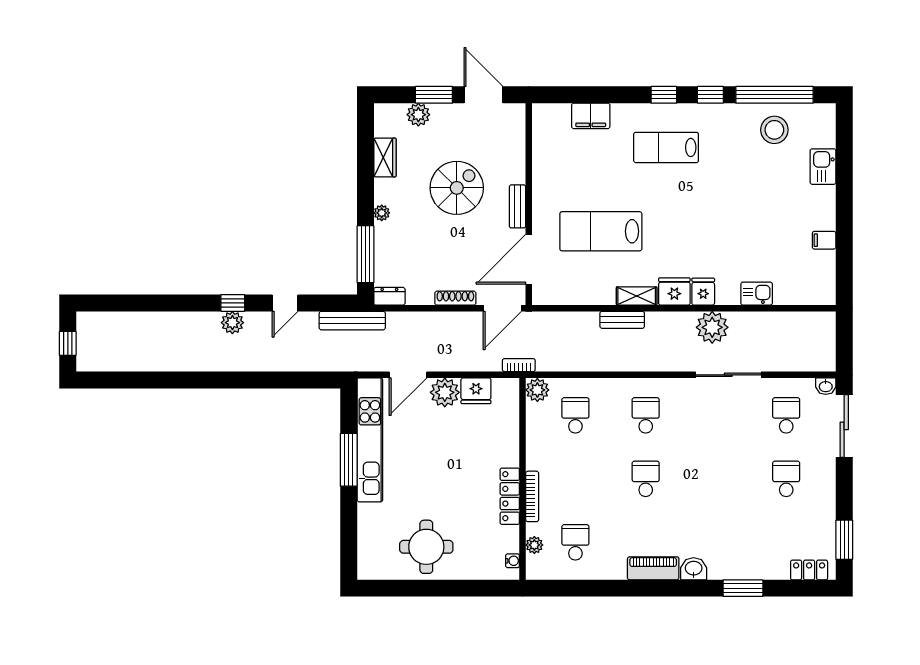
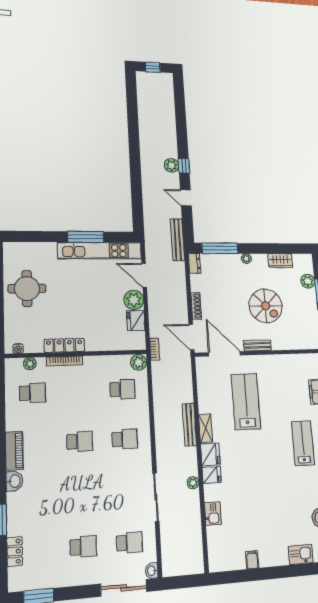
bench: (622, 320) -> (189, 425), width x1.36
plant: (712, 327) -> (193, 483), width x0.53, depth x0.53
locker: (809, 570) -> (15, 551), moved

